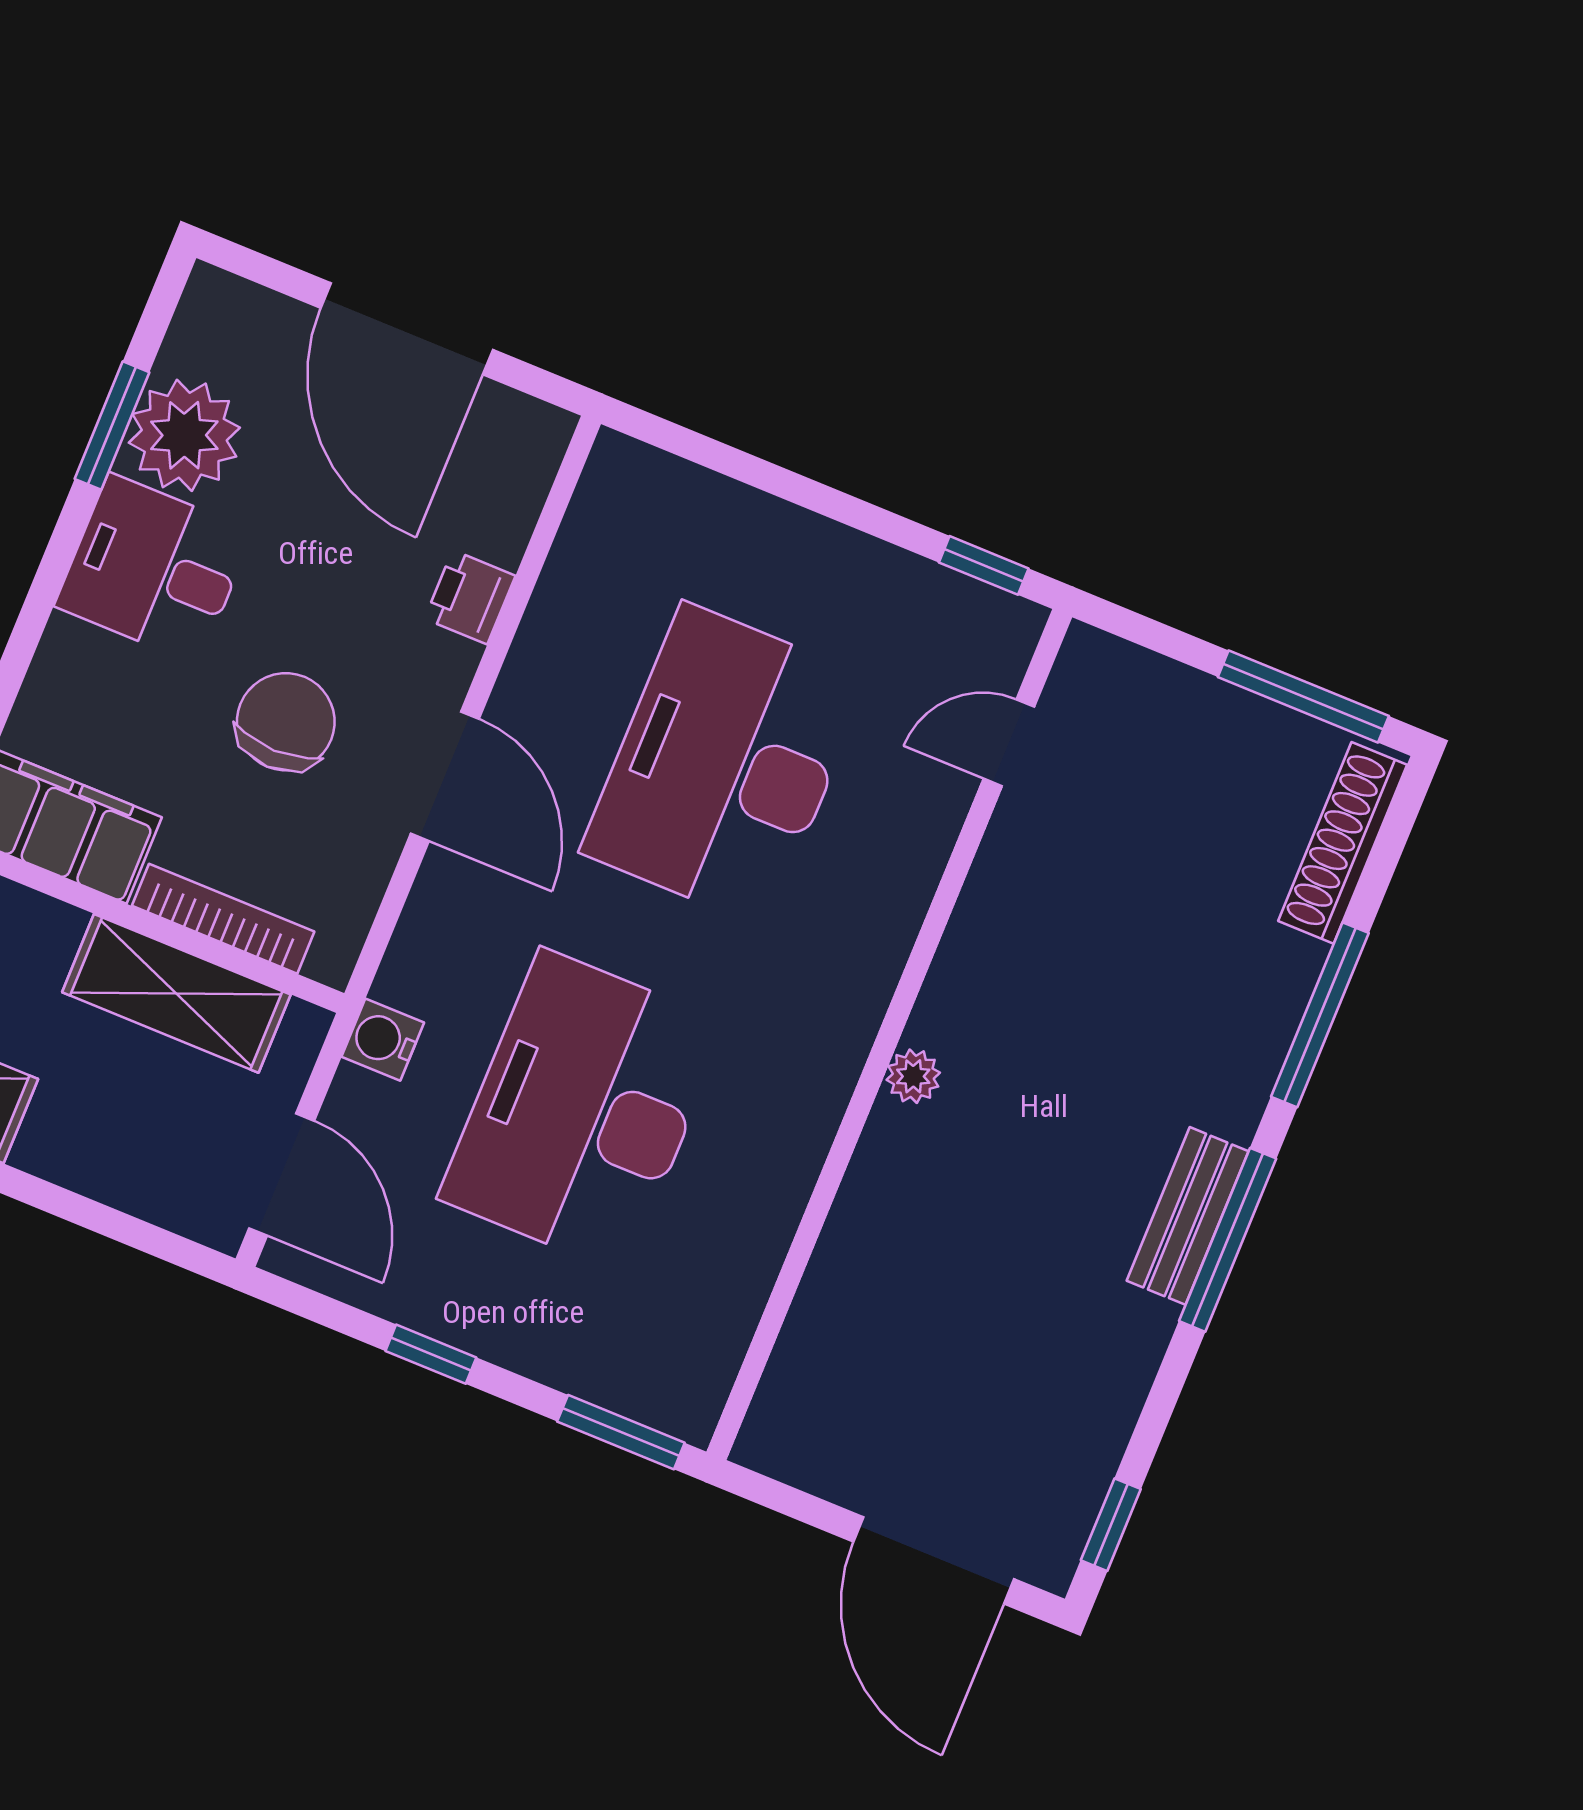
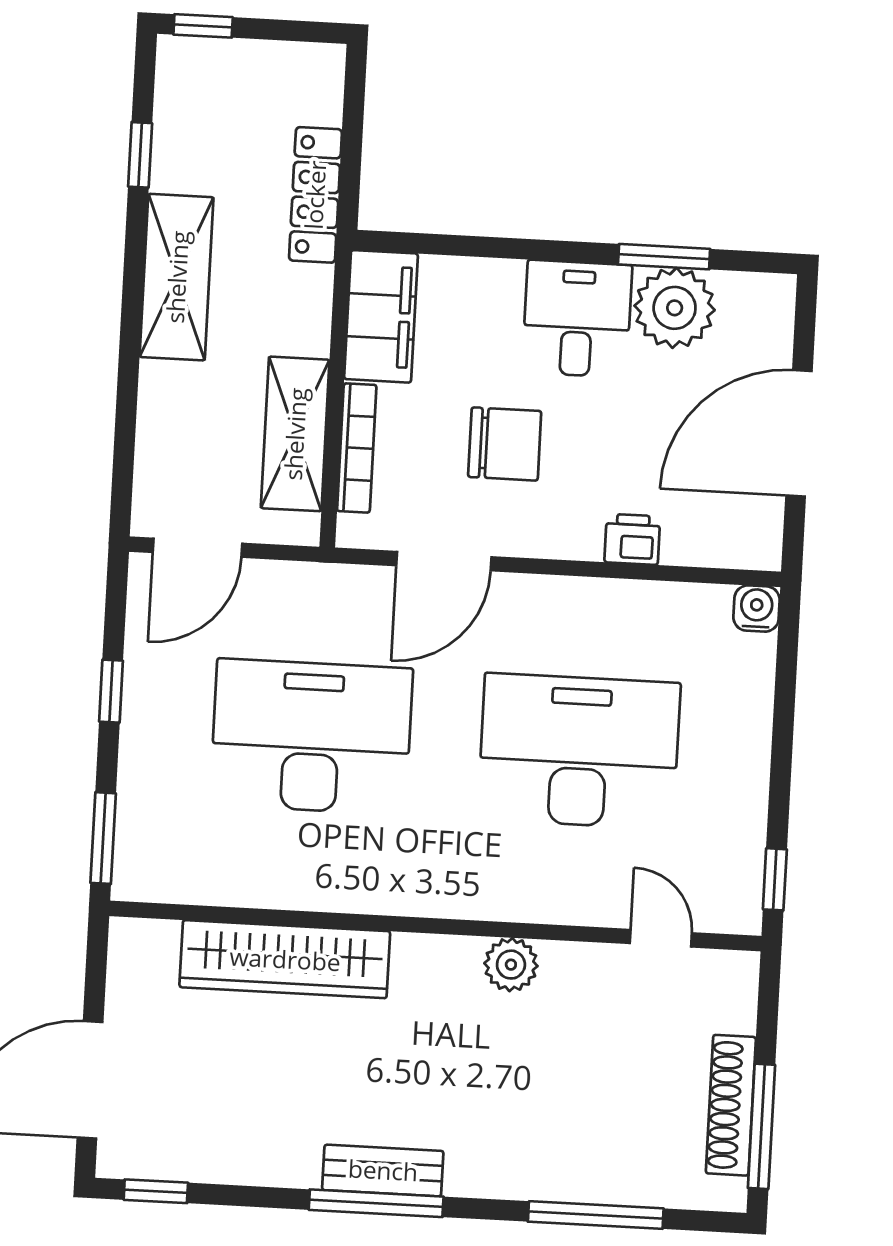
door: (445, 776) -> (444, 561), moved
shoe rack: (1343, 843) -> (731, 1105), moved, turned -90
window: (1320, 1015) -> (596, 1215), moved
water cooler: (383, 1040) -> (757, 609), moved
plant: (913, 1076) -> (511, 965), moved, width x1.38, depth x1.38
wardrobe: (864, 1248) -> (285, 959), added

